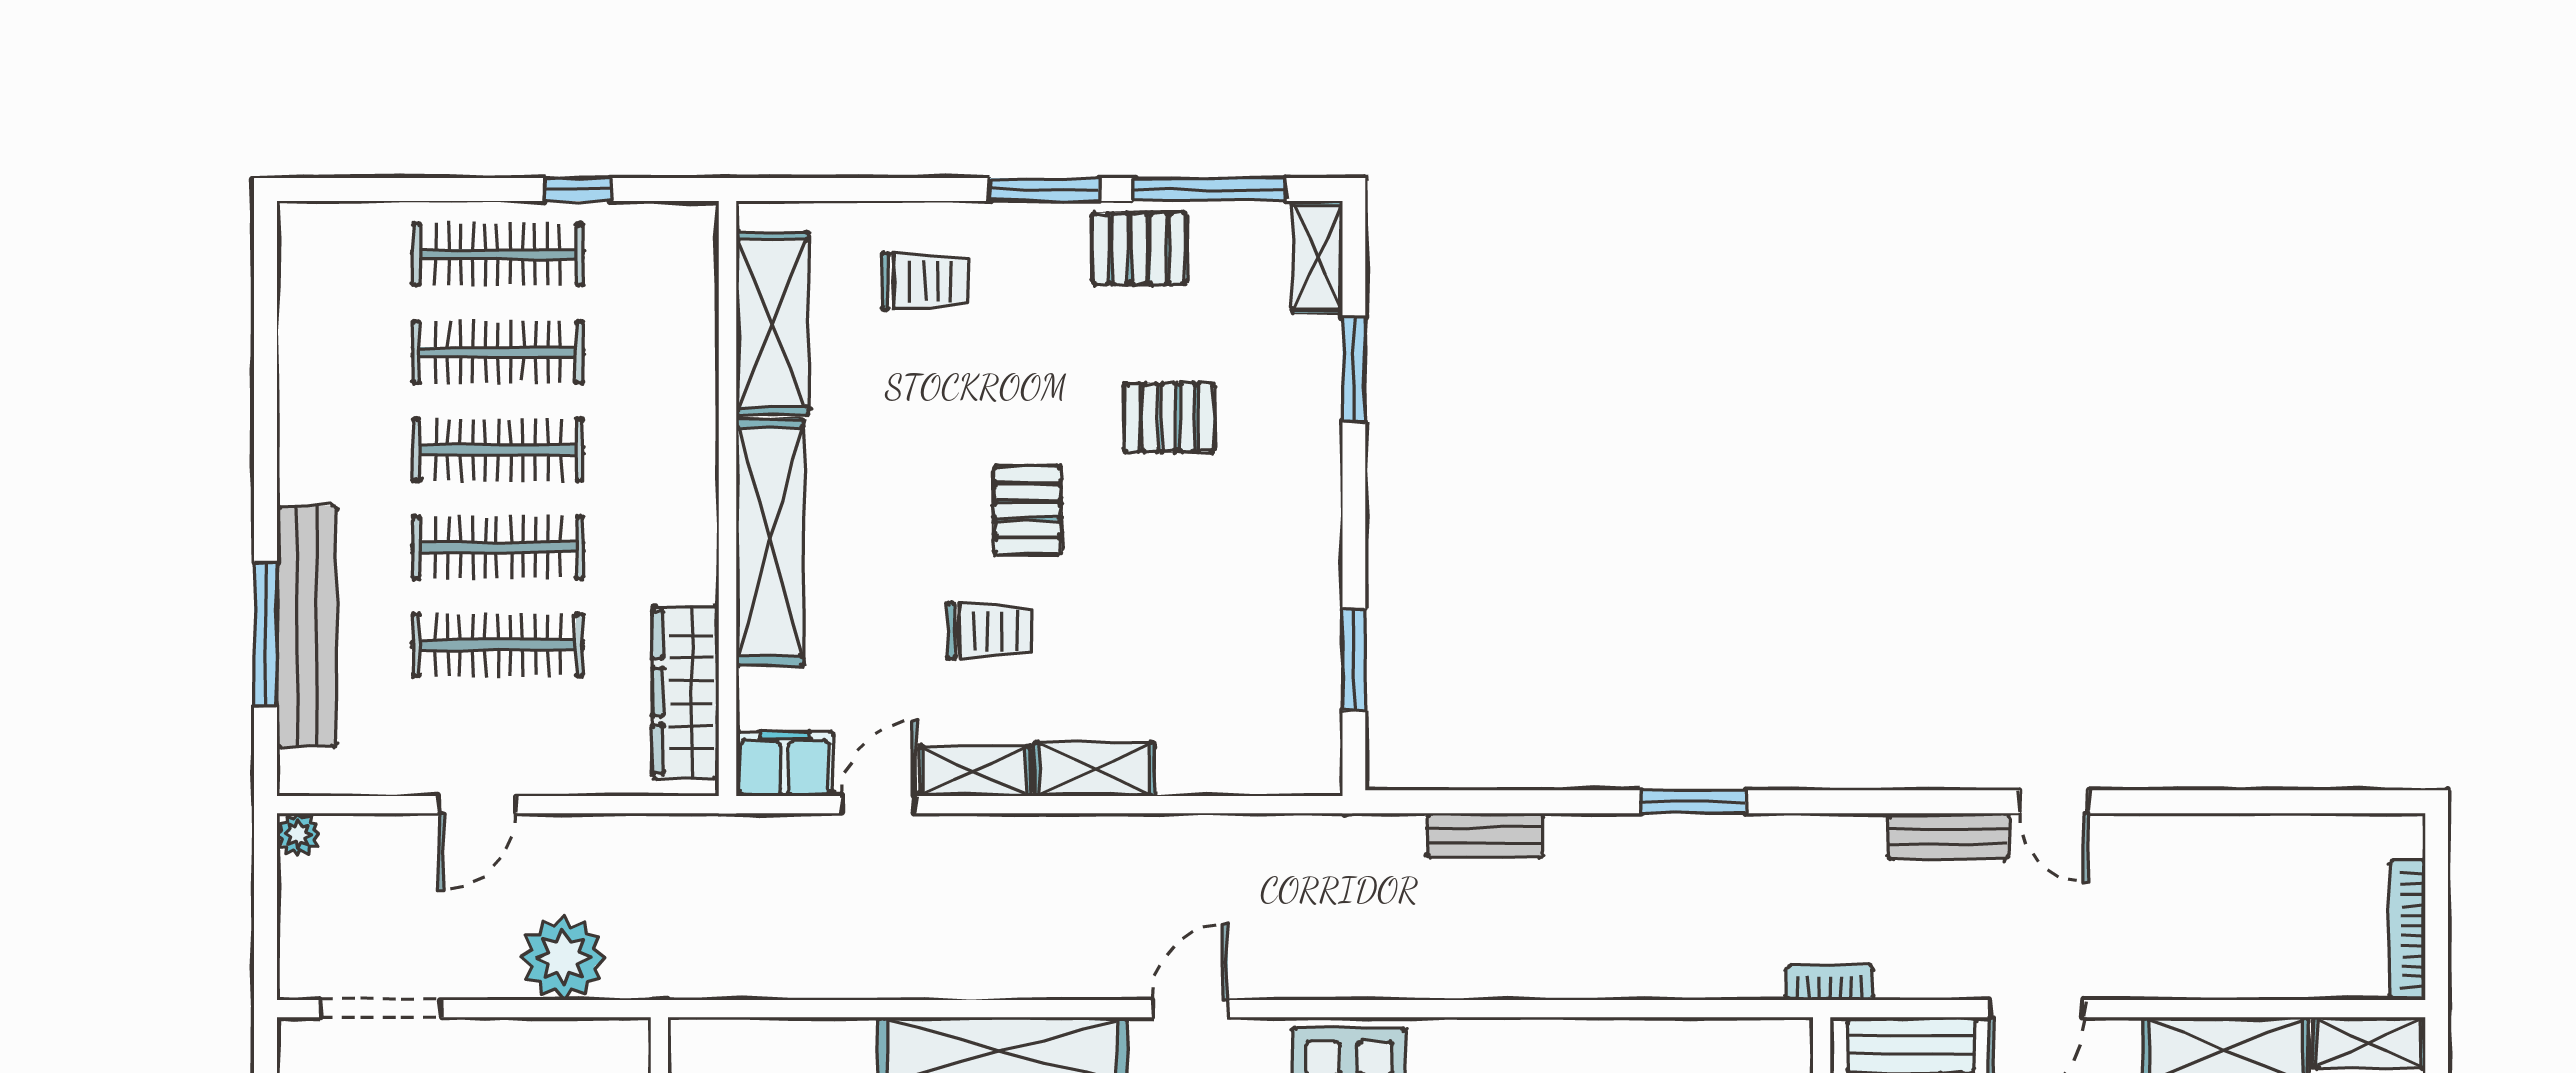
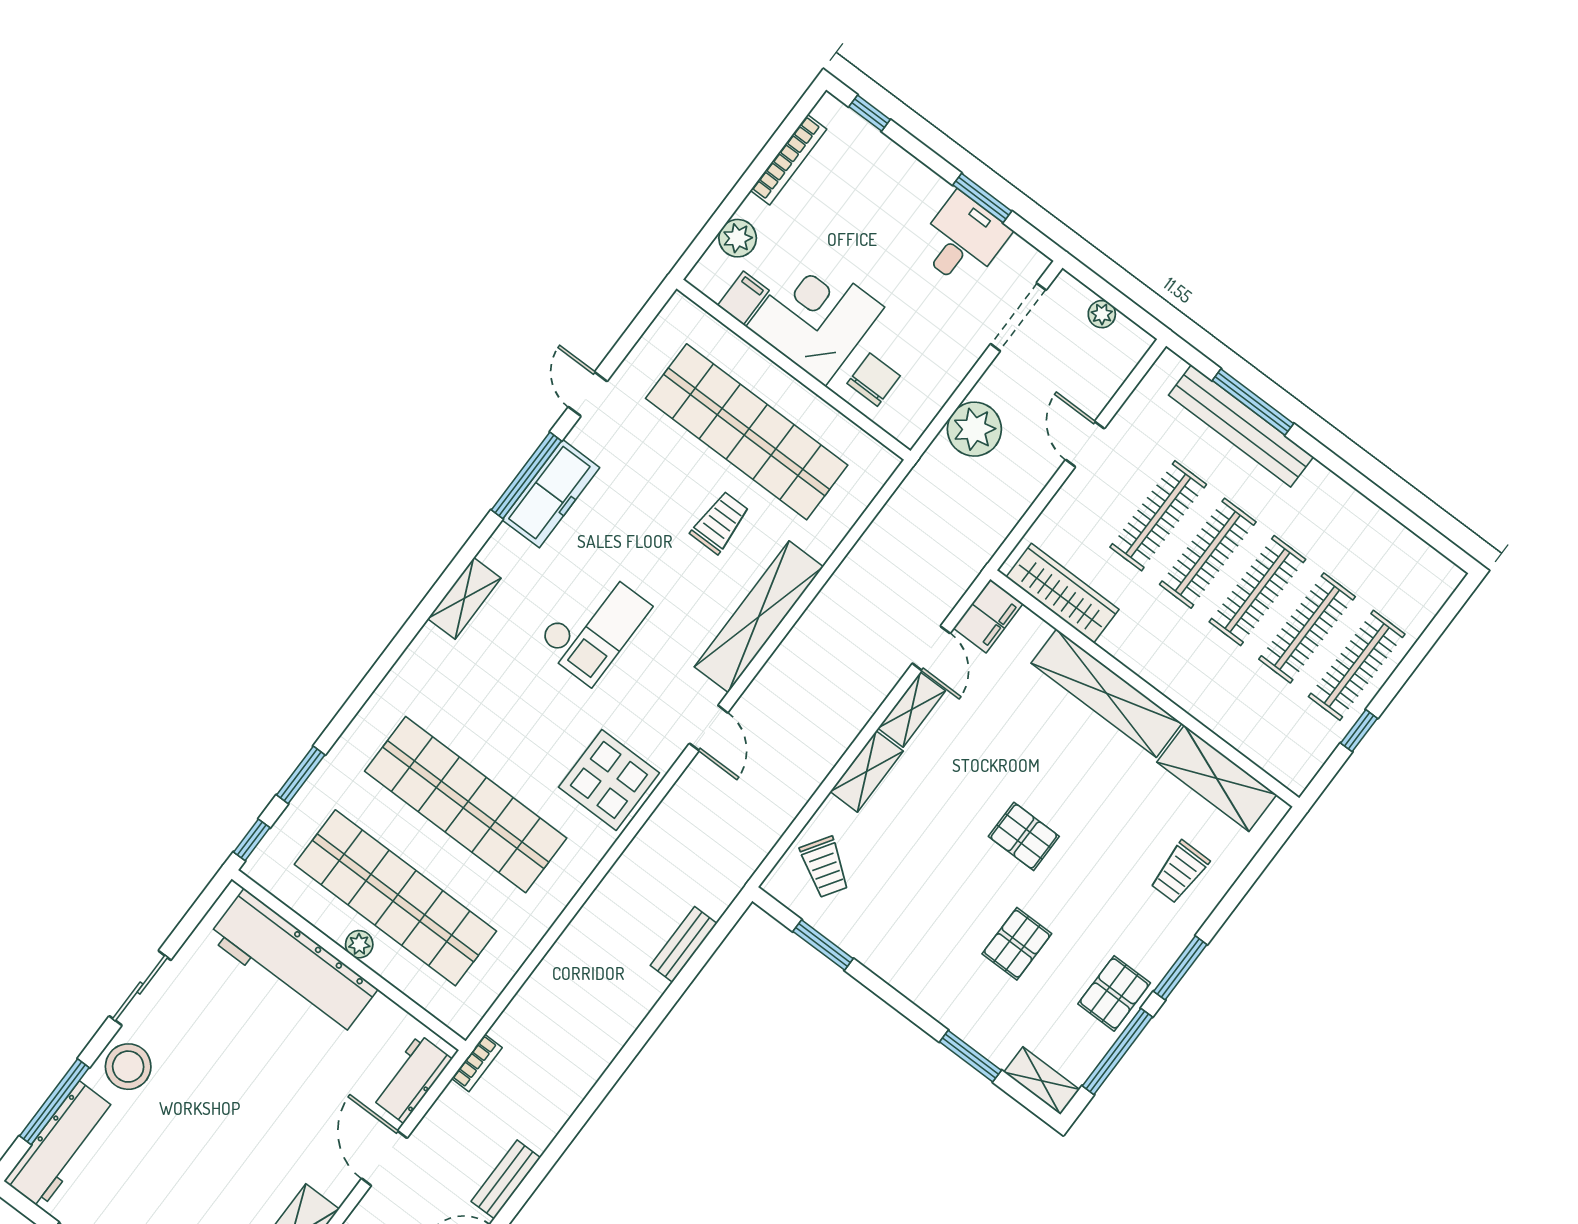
trolley: (990, 631) -> (825, 867), moved, turned -57
window: (1693, 802) -> (621, 1063), removed
plant: (298, 834) -> (1102, 314), moved

